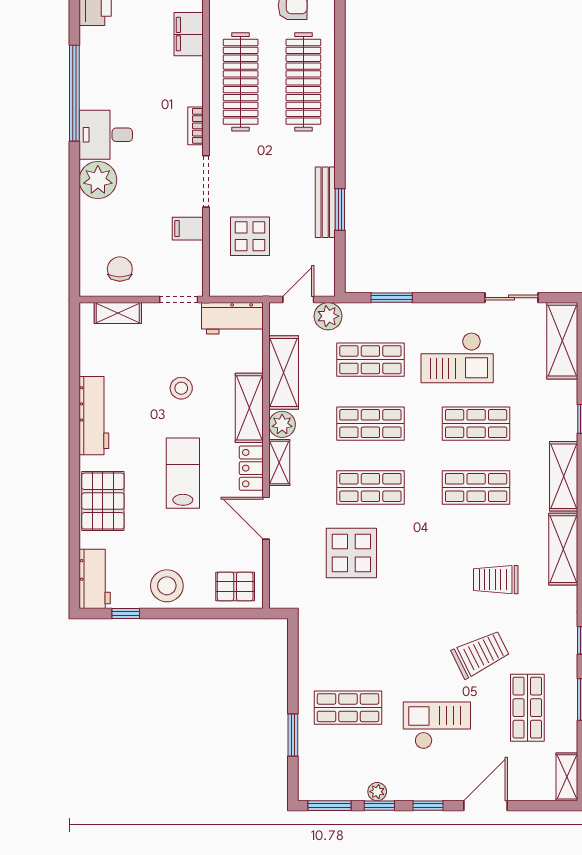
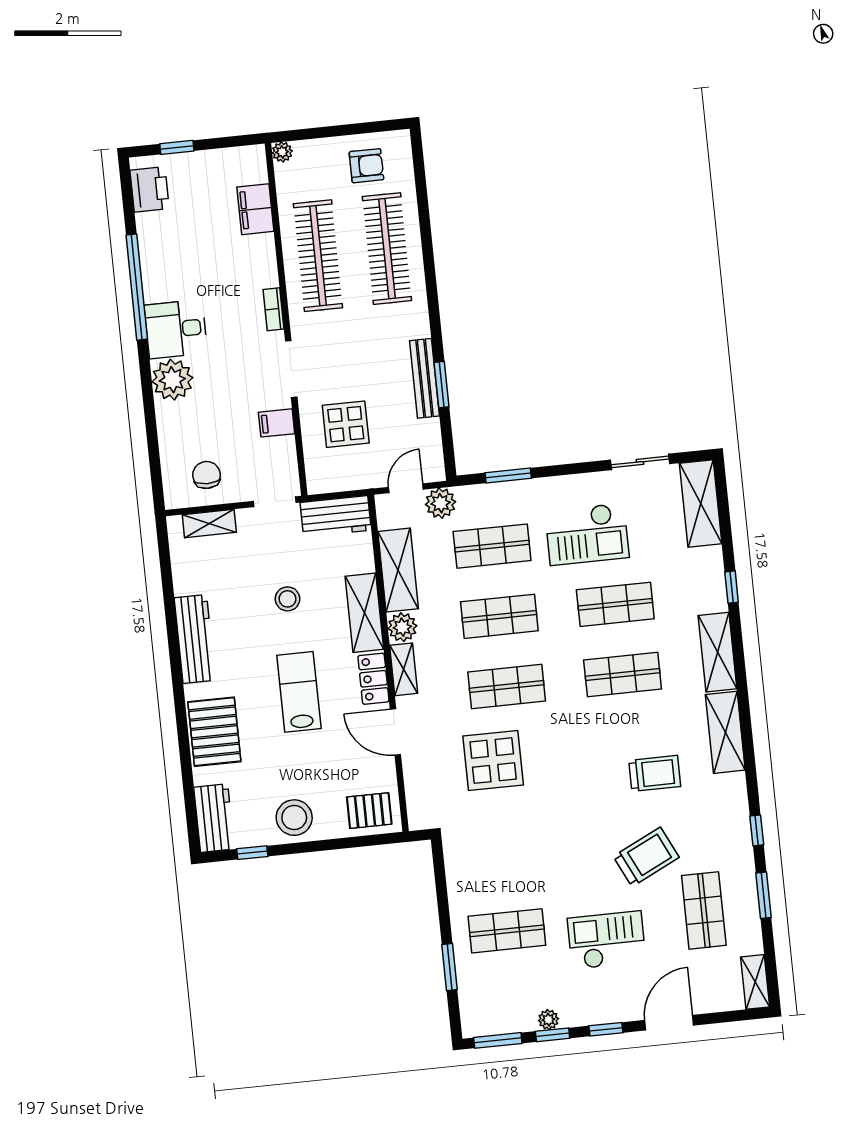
trolley: (496, 580) -> (655, 773), turned 180

